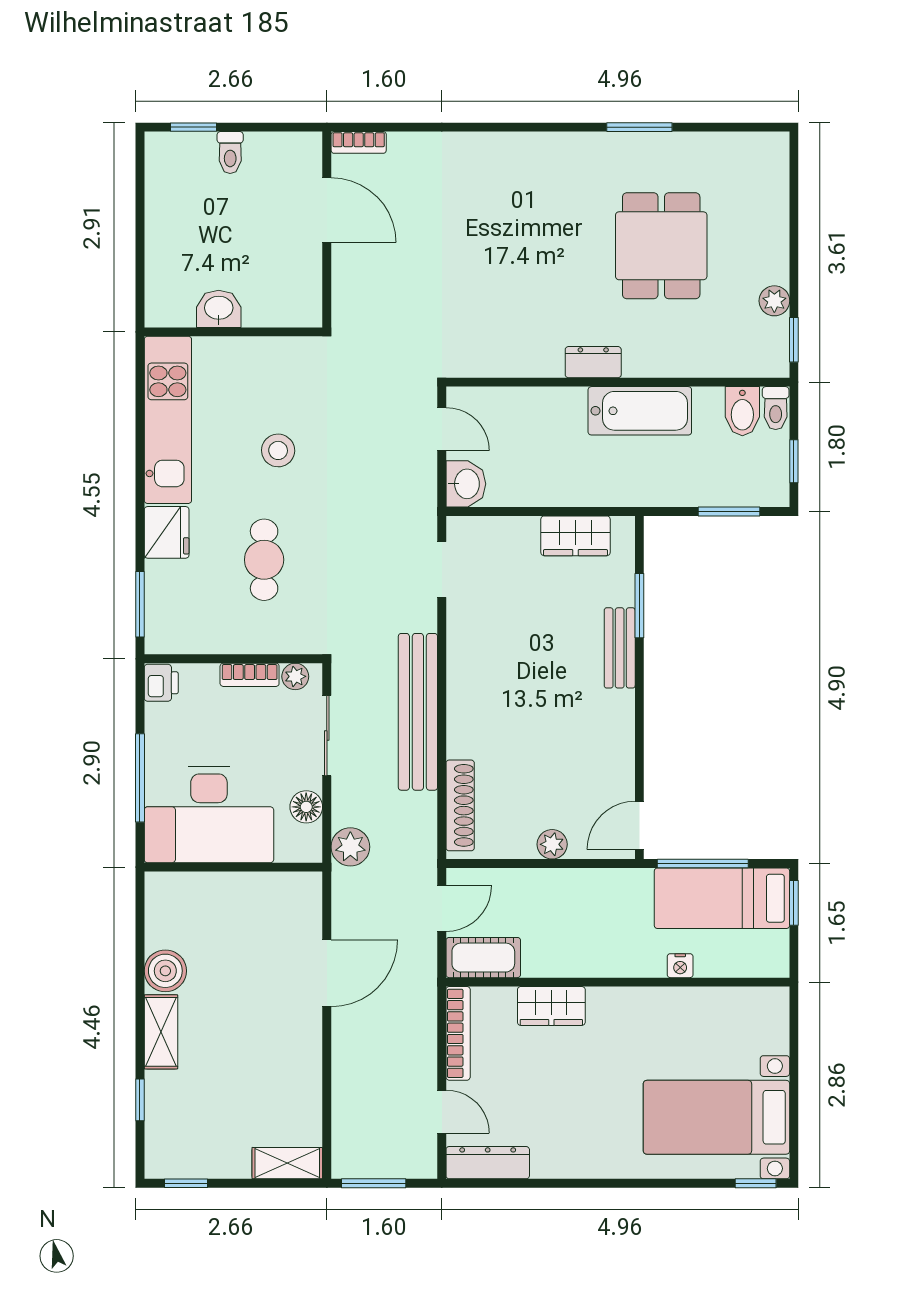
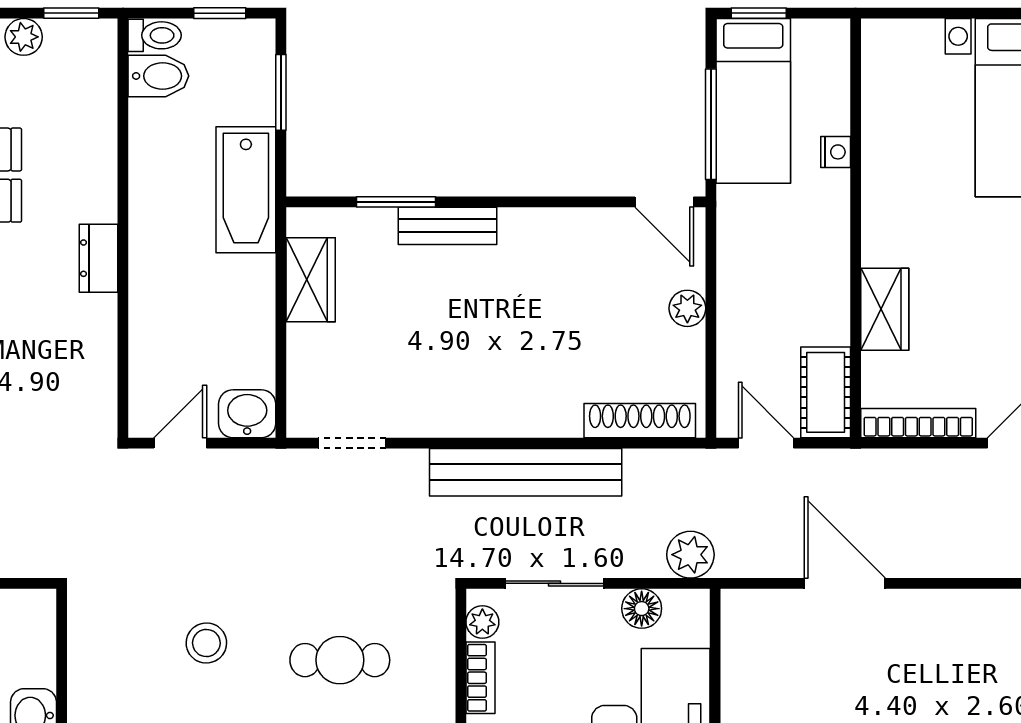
bathtub: (640, 411) -> (246, 190), moved, turned 180

